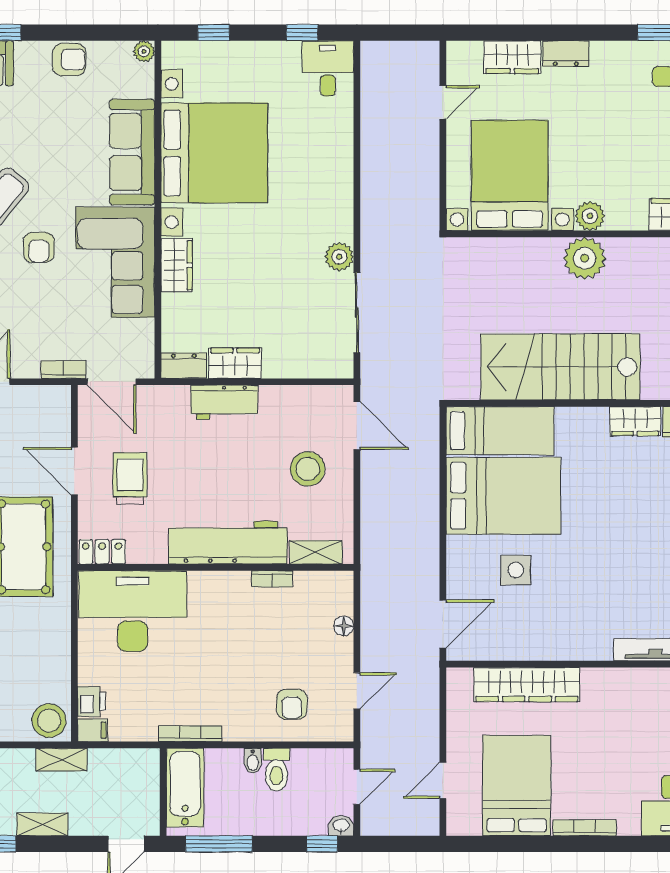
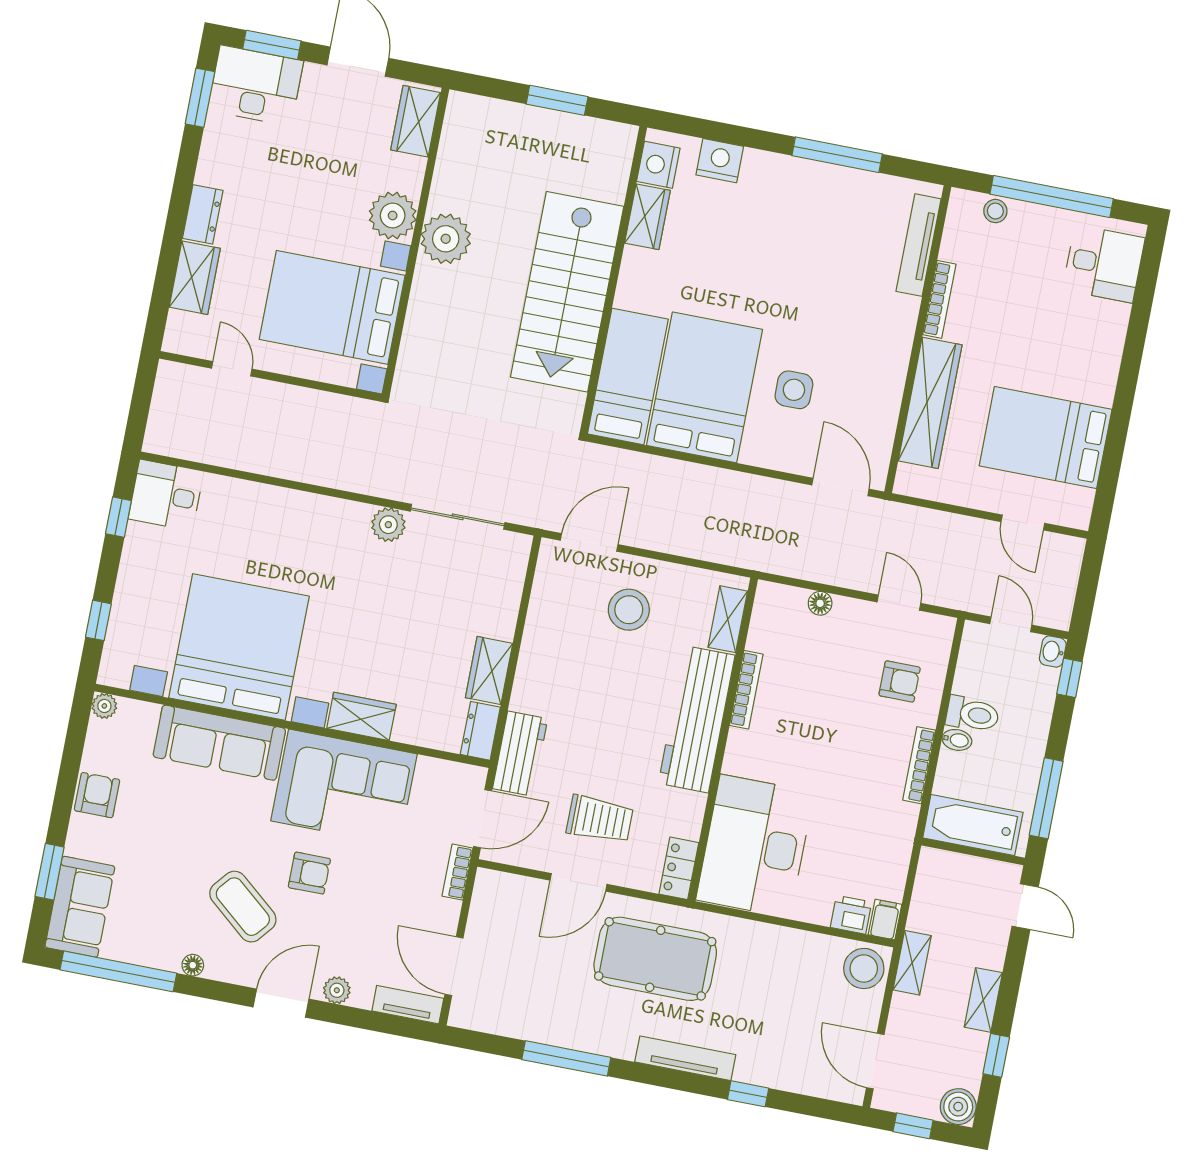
plant: (590, 216) -> (393, 215), width x1.36, depth x1.36
workbench: (224, 402) -> (520, 754), moved
trolley: (130, 479) -> (600, 819), turned 180
bookcase: (272, 579) -> (746, 690), width x1.56
bookcase: (190, 734) -> (919, 765), moved
bookcase: (585, 828) -> (939, 299), moved, turned 180

